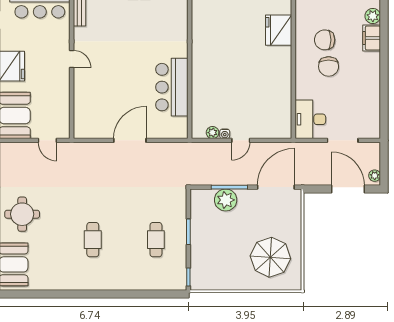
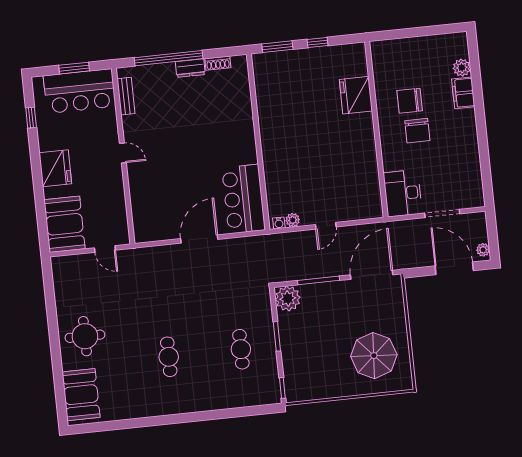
bar counter: (172, 87) -> (244, 199), moved
water cooler: (225, 134) -> (279, 223), moved
plant: (226, 200) -> (288, 298), moved

